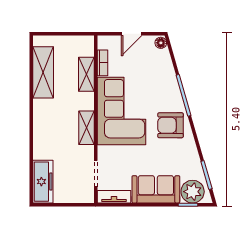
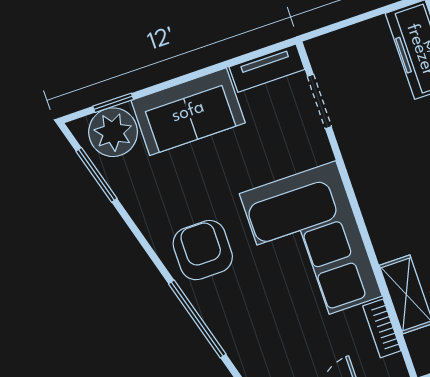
armchair: (170, 125) -> (203, 250), turned -90
shelving: (86, 128) -> (369, 187), removed

